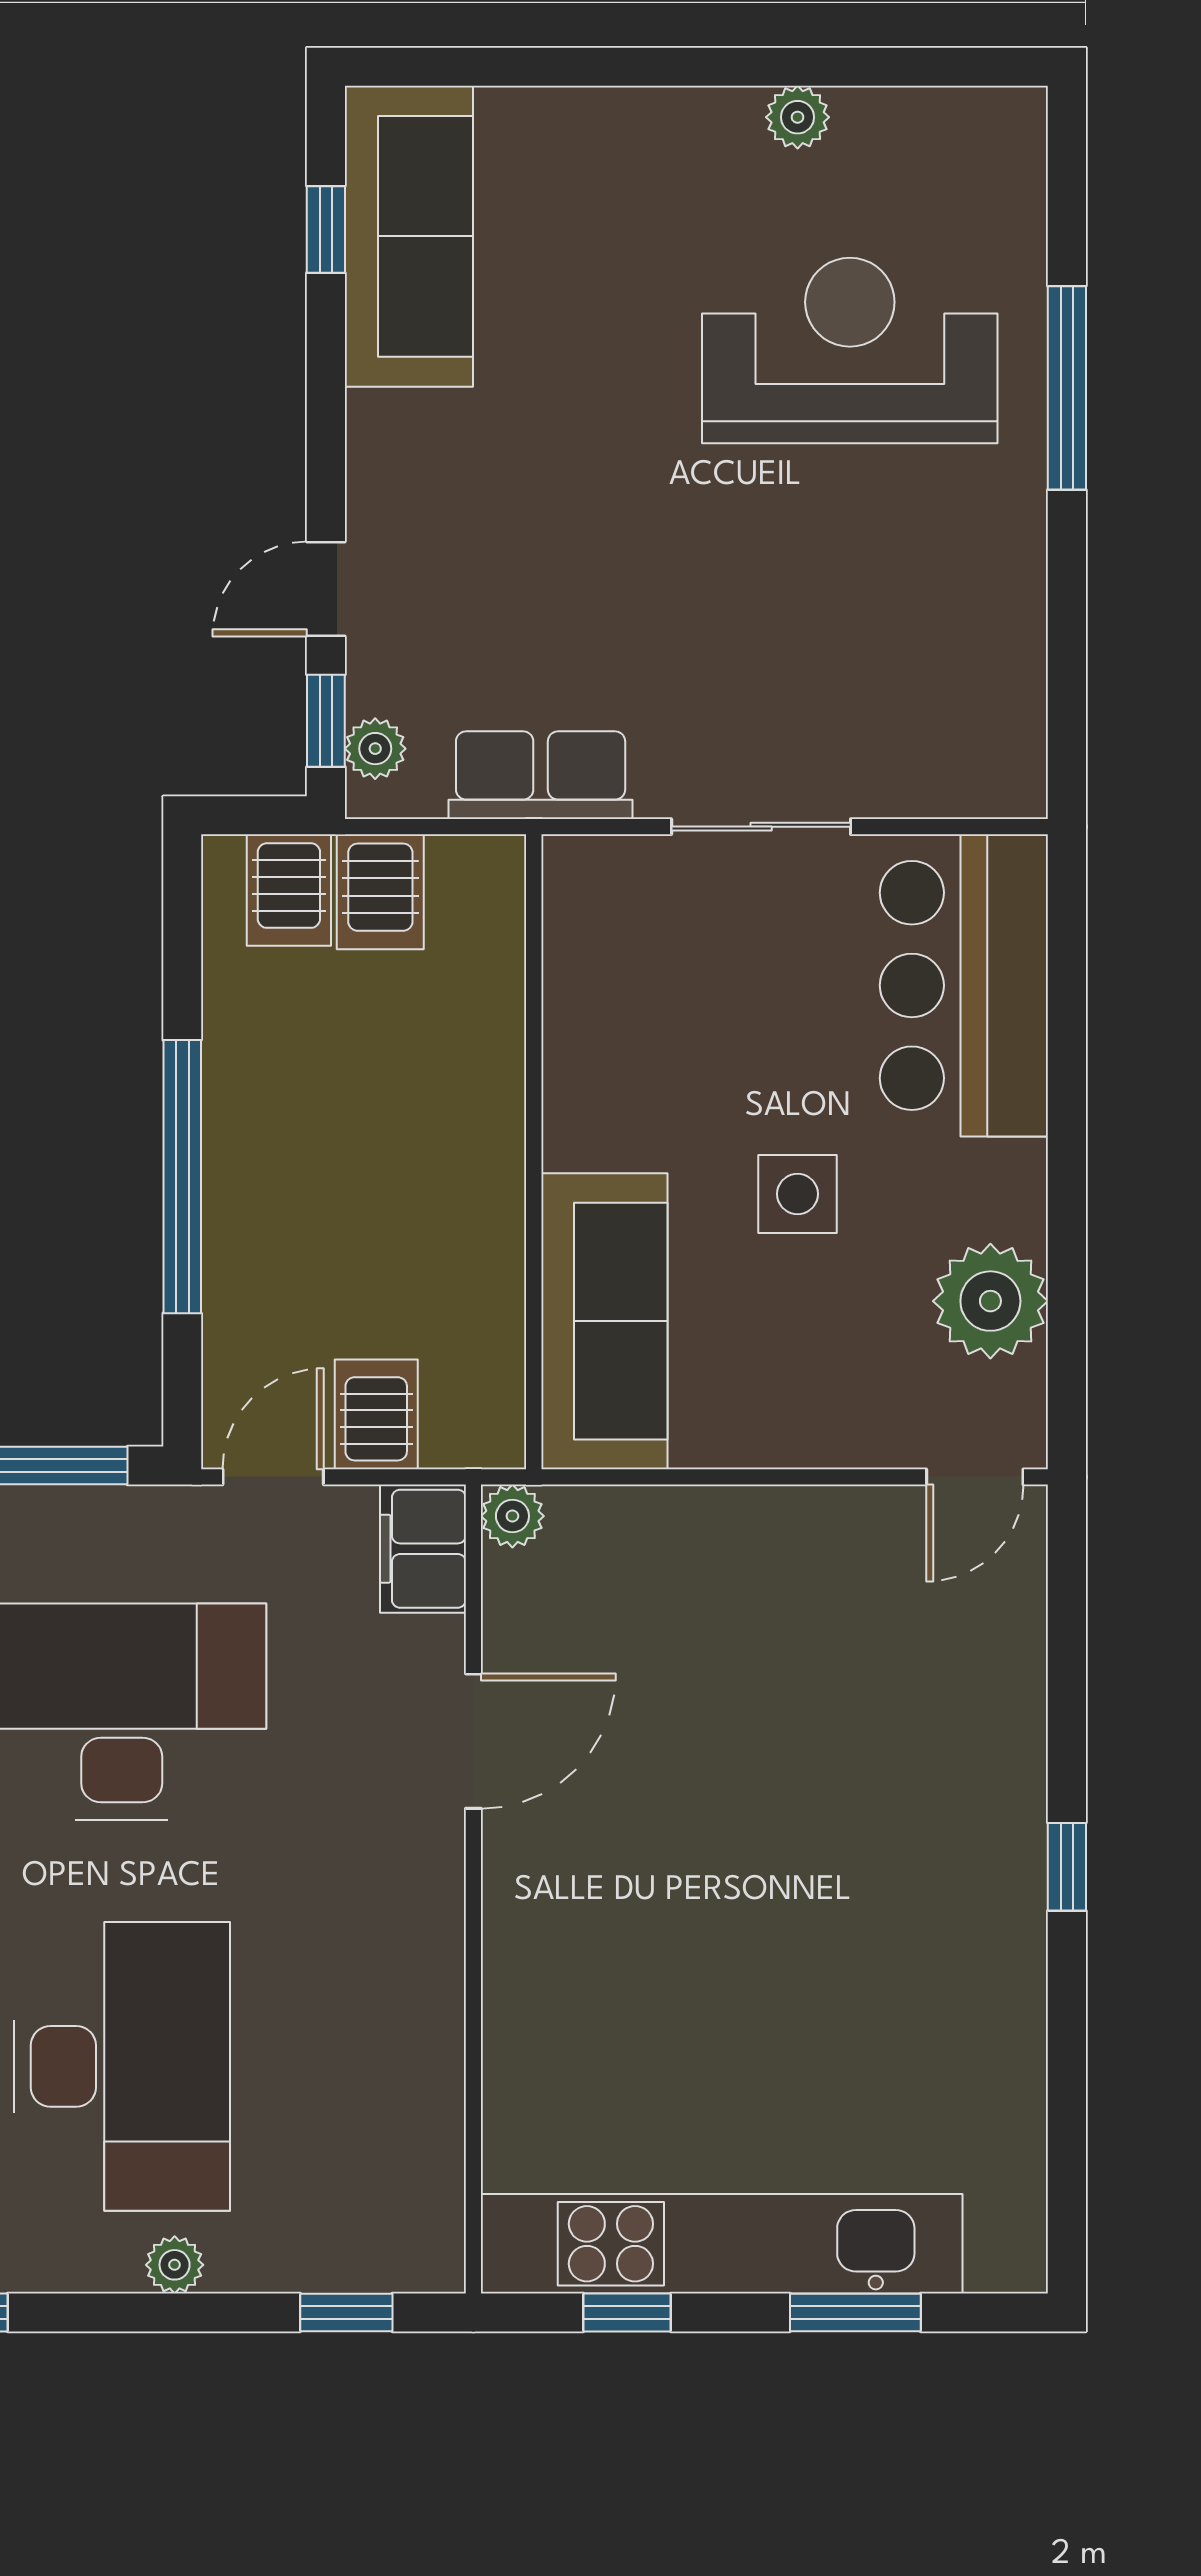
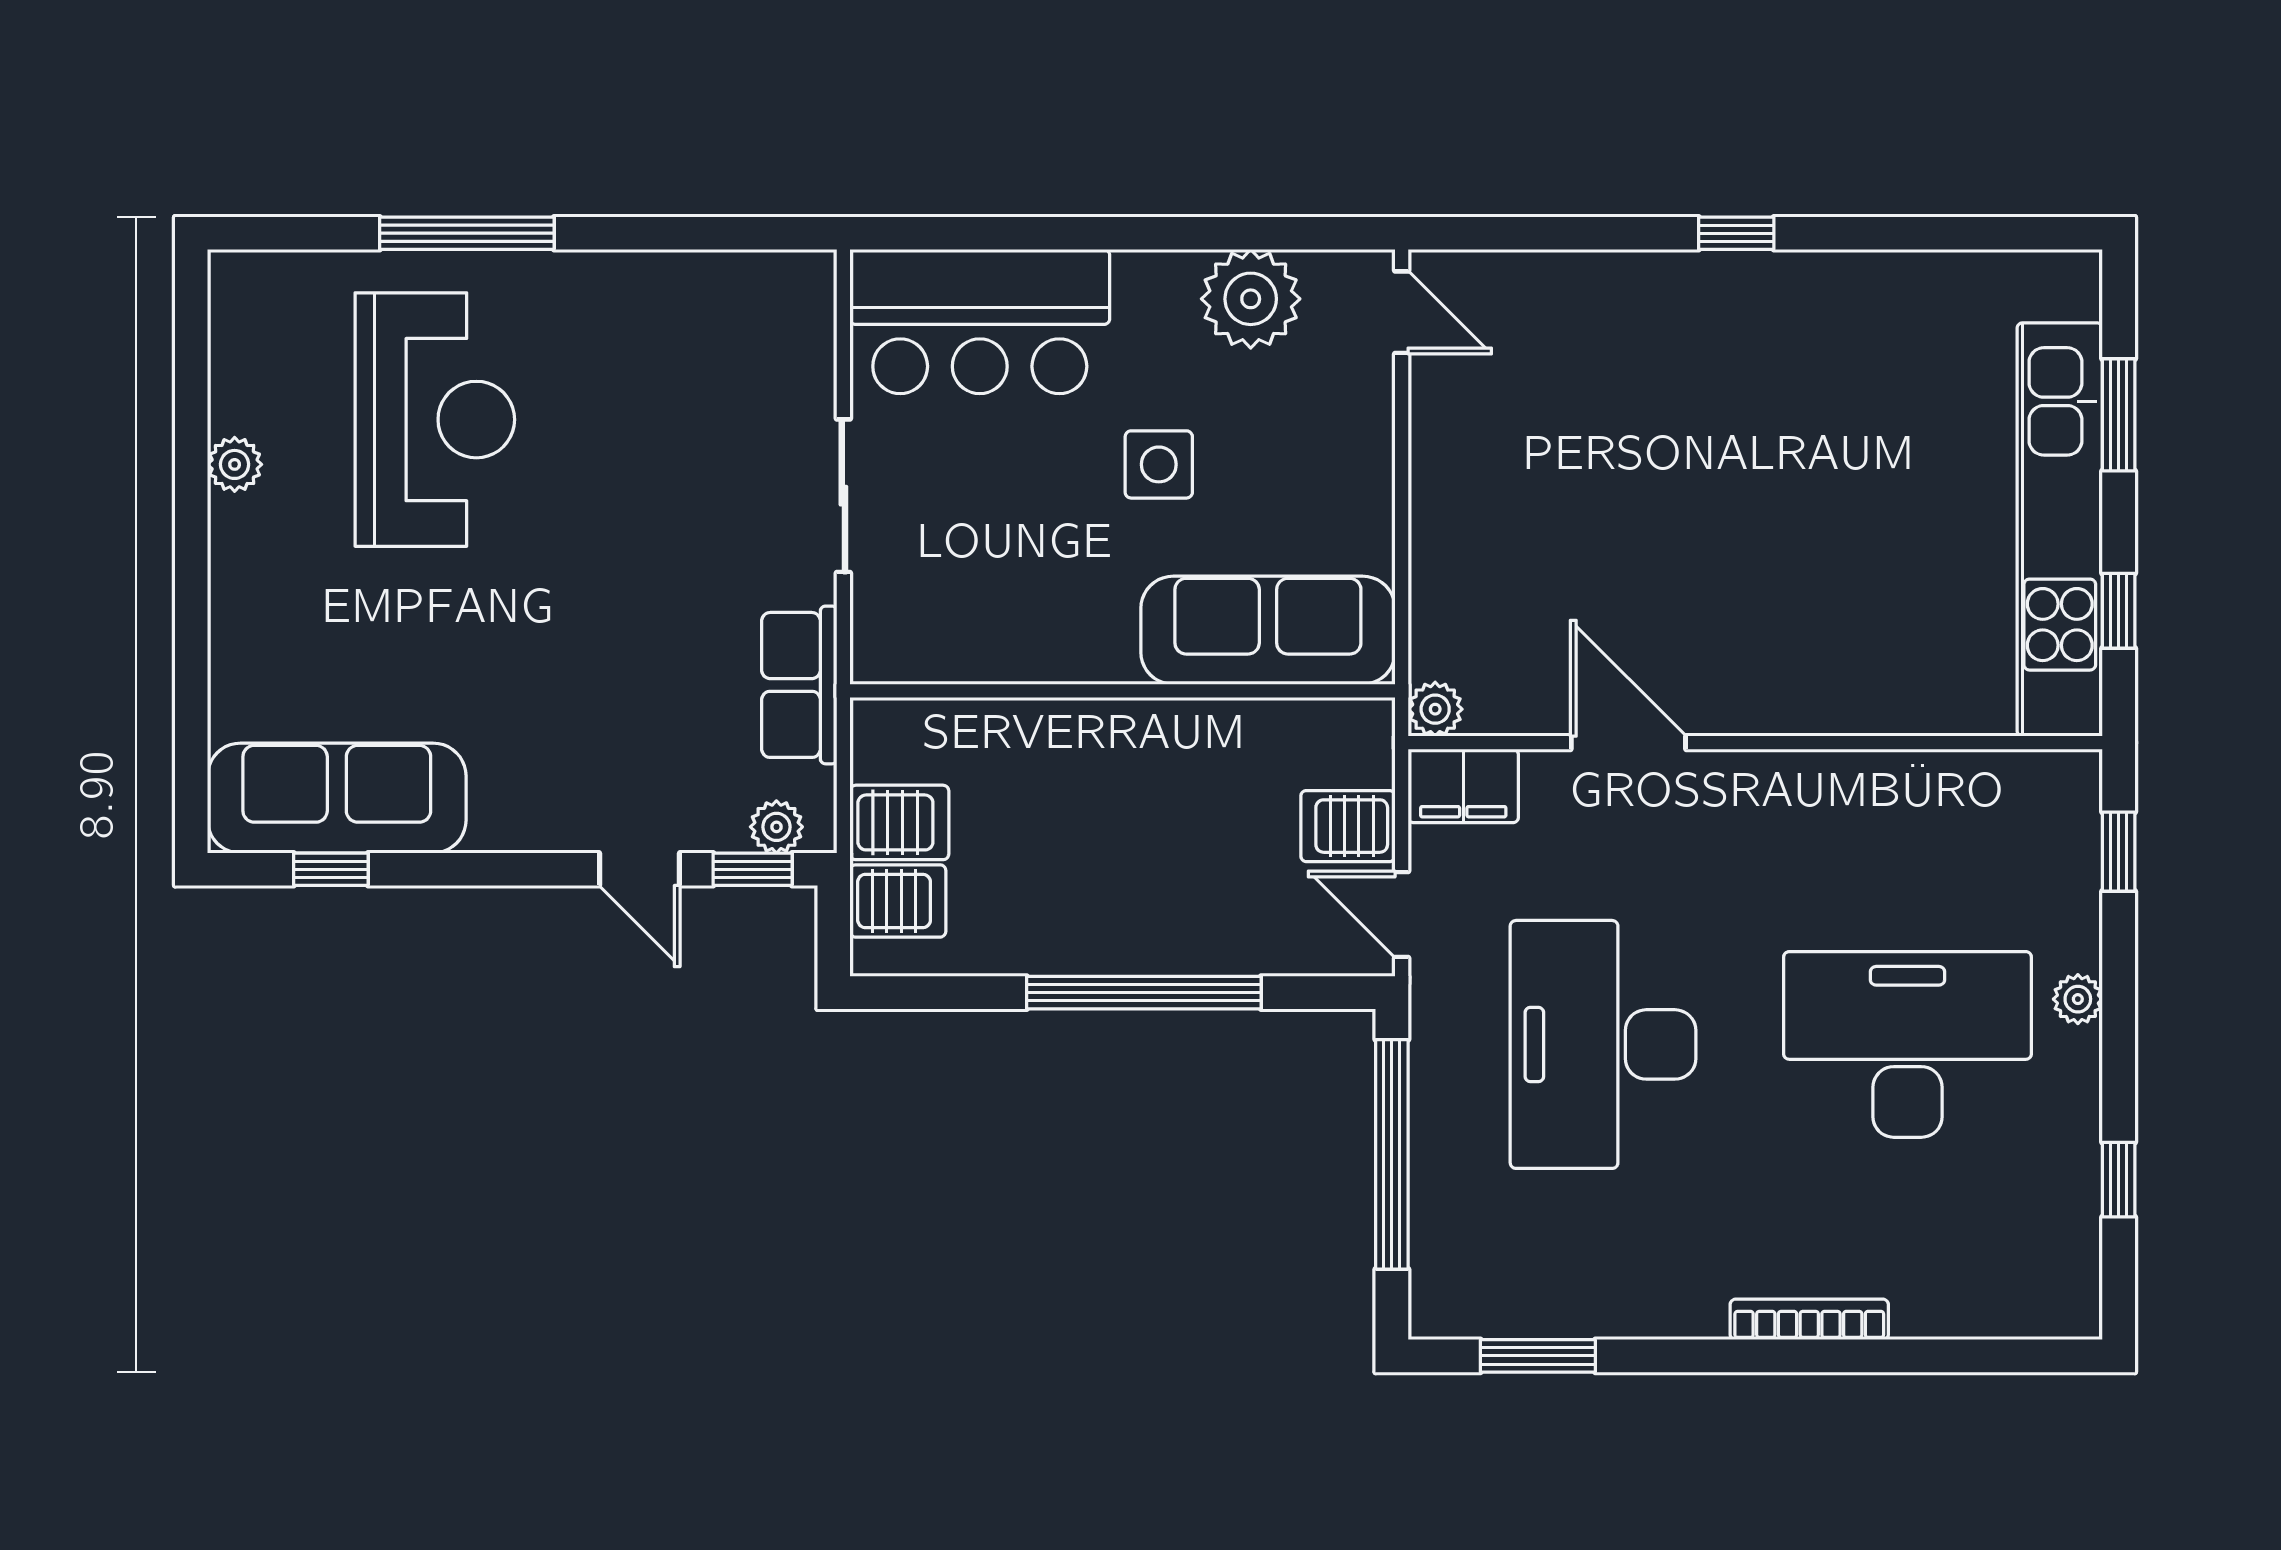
reception desk: (850, 350) -> (435, 420), turned 180

